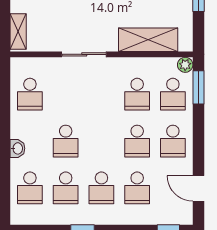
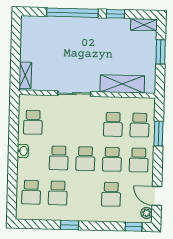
plant: (185, 65) -> (147, 213), moved
window: (198, 87) -> (158, 134), moved
washbasin: (17, 148) -> (23, 151), moved
school desk: (101, 188) -> (85, 159), moved

